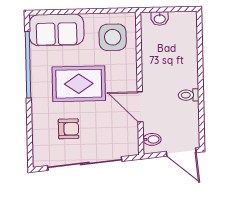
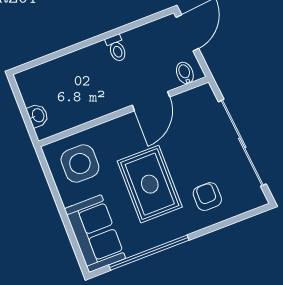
armchair: (68, 129) -> (207, 197), moved

